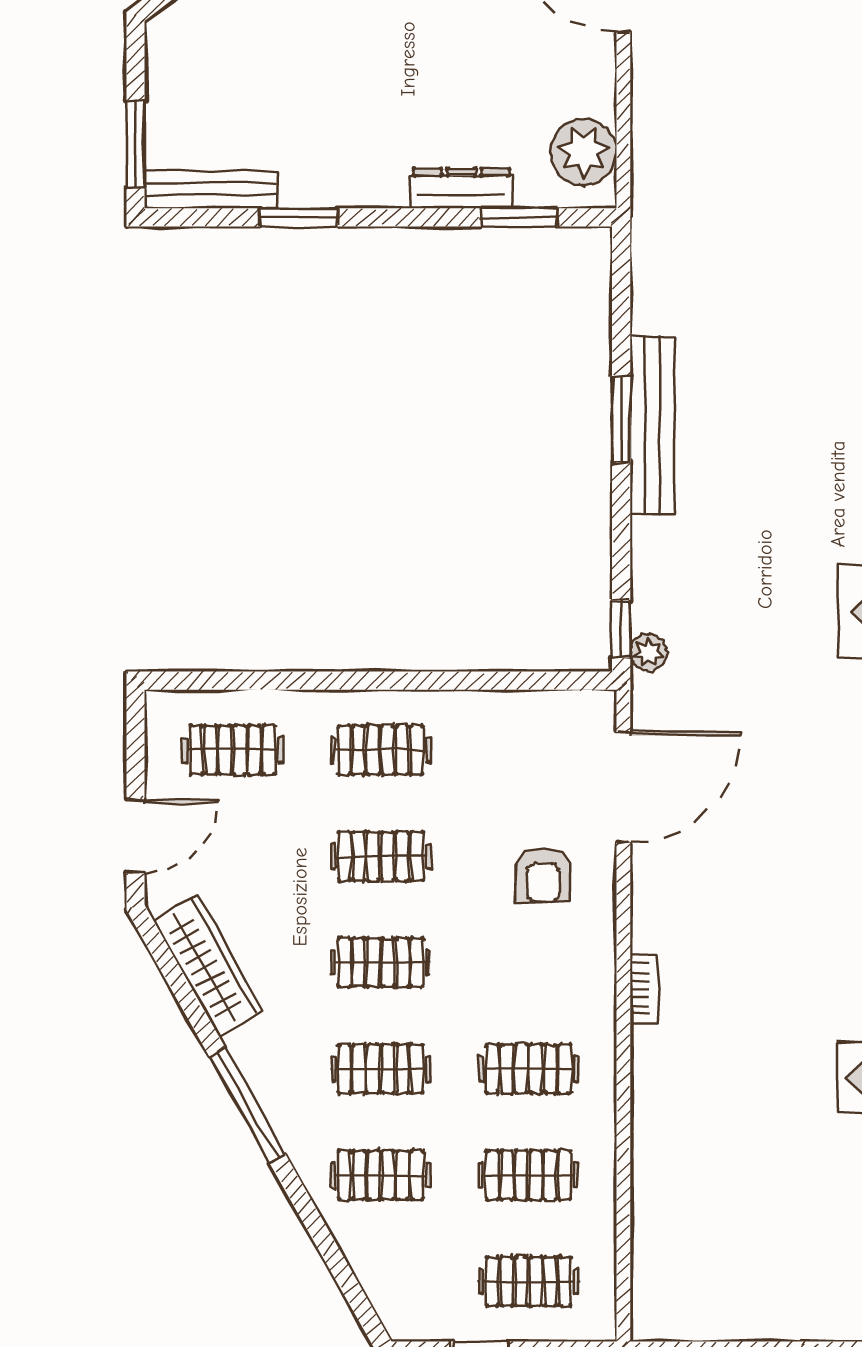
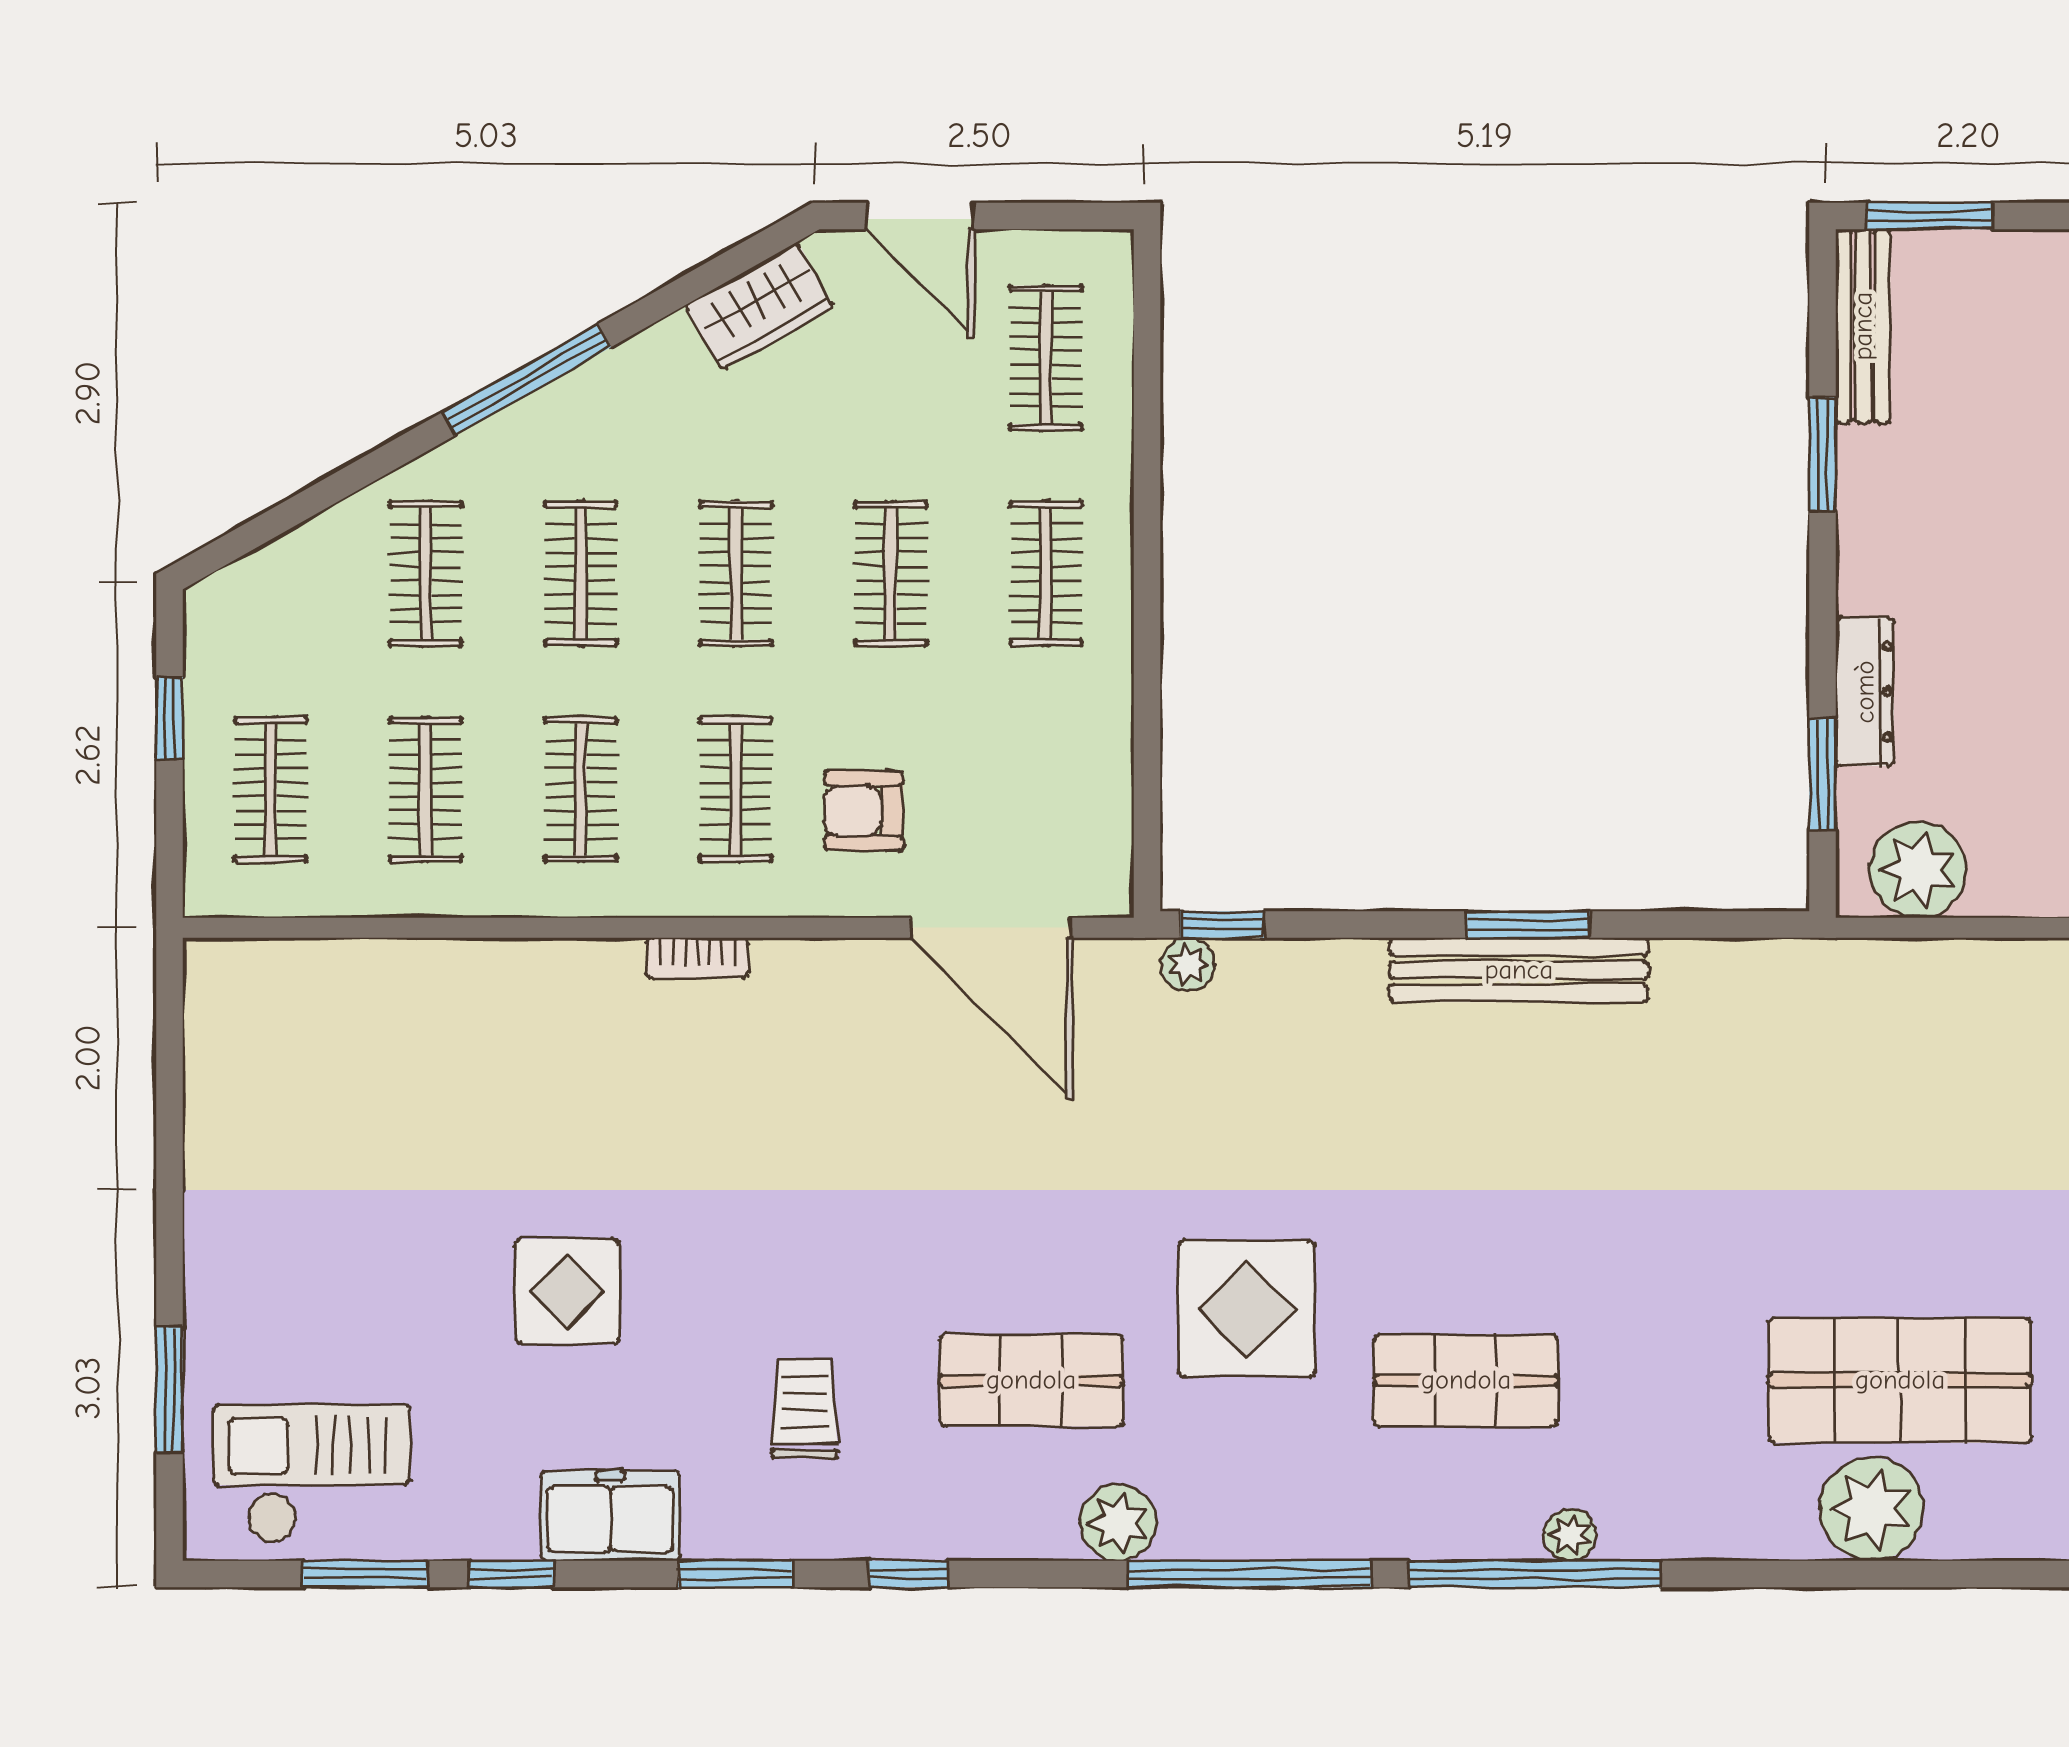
clothes rail: (529, 962) -> (736, 789), added
wardrobe: (208, 965) -> (760, 306), width x0.67

